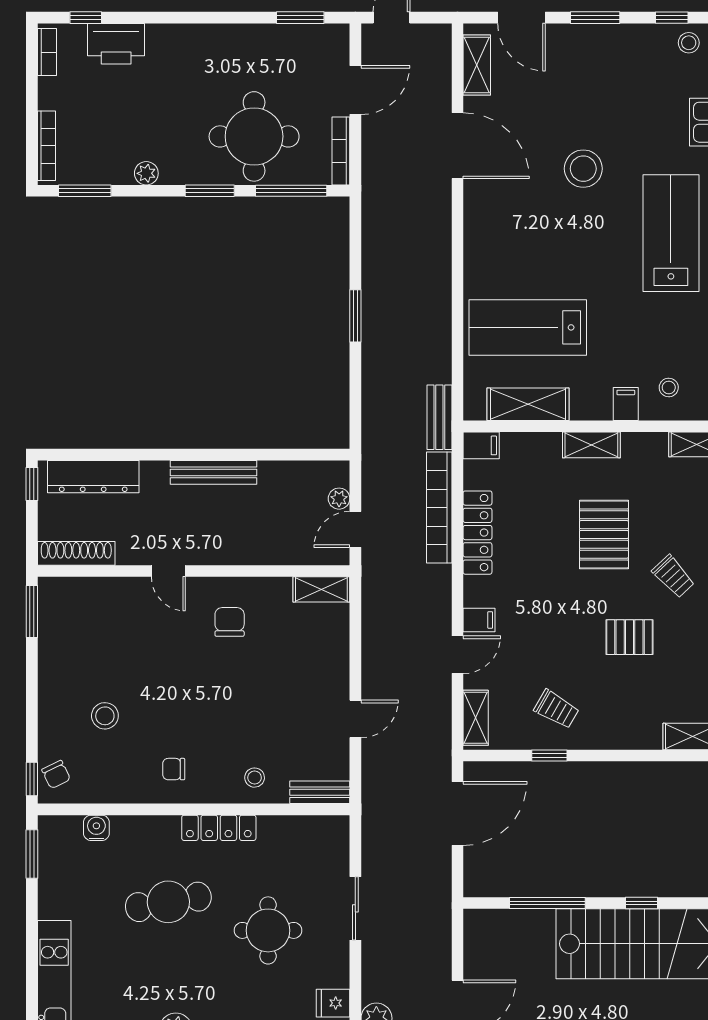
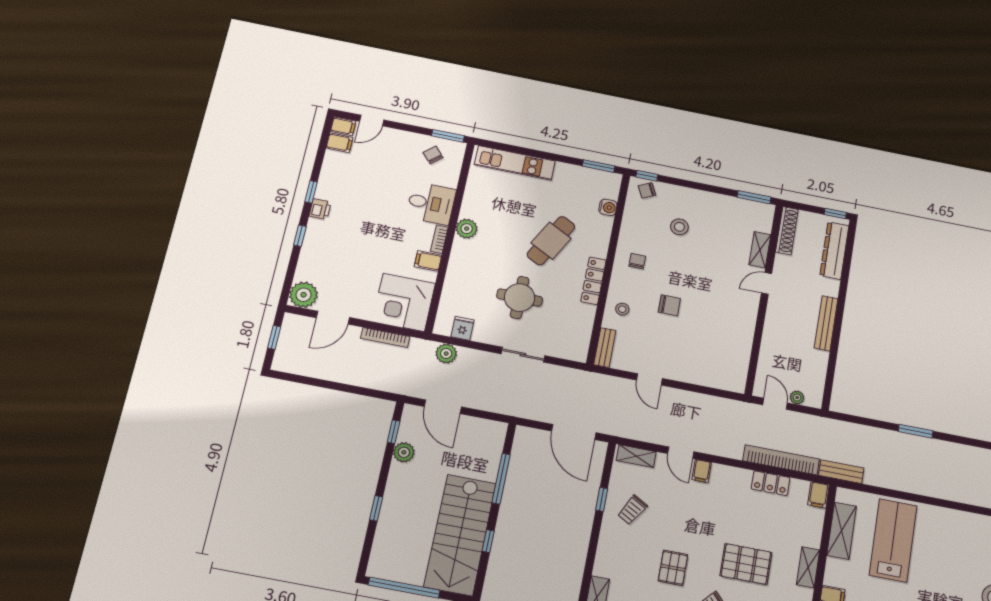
locker: (477, 533) -> (771, 483), width x0.66
shelving: (321, 589) -> (760, 250), moved
chair: (230, 622) -> (669, 305), moved
cafe table: (168, 902) -> (551, 241), turned 38

